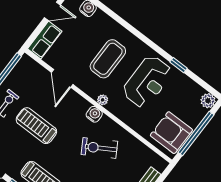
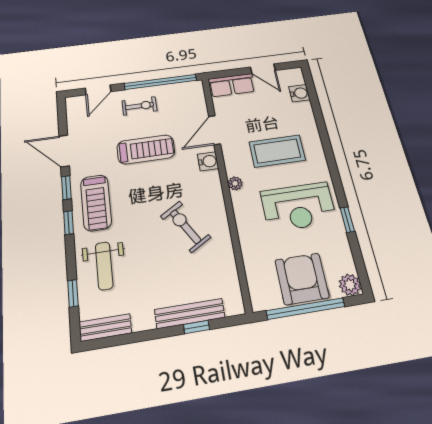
water cooler: (94, 114) -> (208, 161), moved
treadmill: (36, 126) -> (146, 149), turned 90
armchair: (171, 133) -> (302, 279), moved

